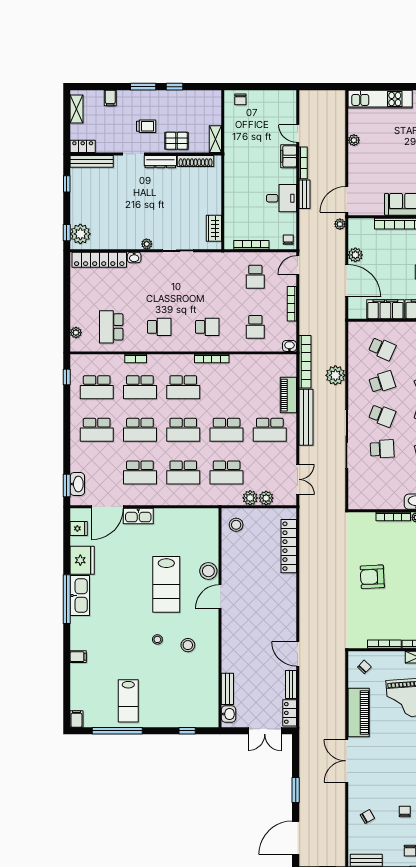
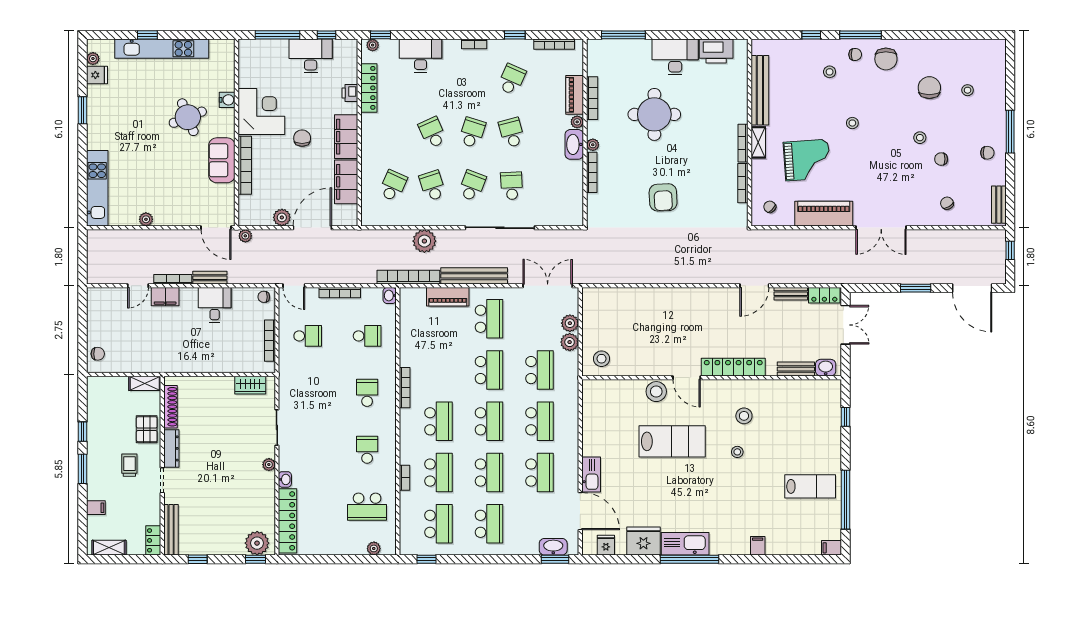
double door: (298, 479) -> (548, 286), width x1.37
locker: (289, 546) -> (733, 367), moved, turned 180

